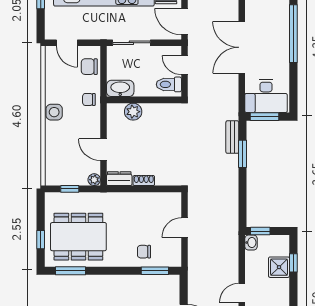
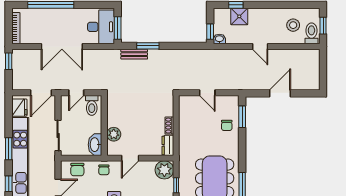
door: (103, 150) -> (130, 158), moved
plant: (94, 180) -> (164, 170), width x1.88, depth x1.88

